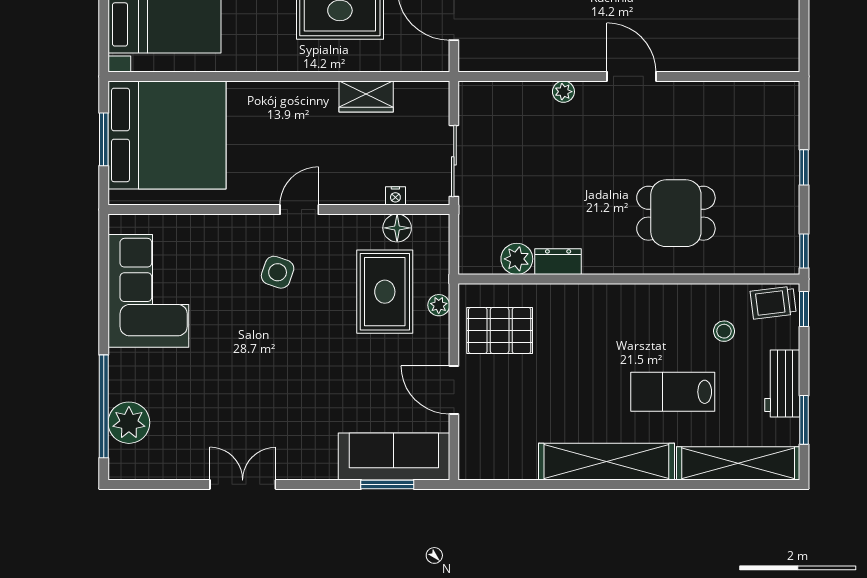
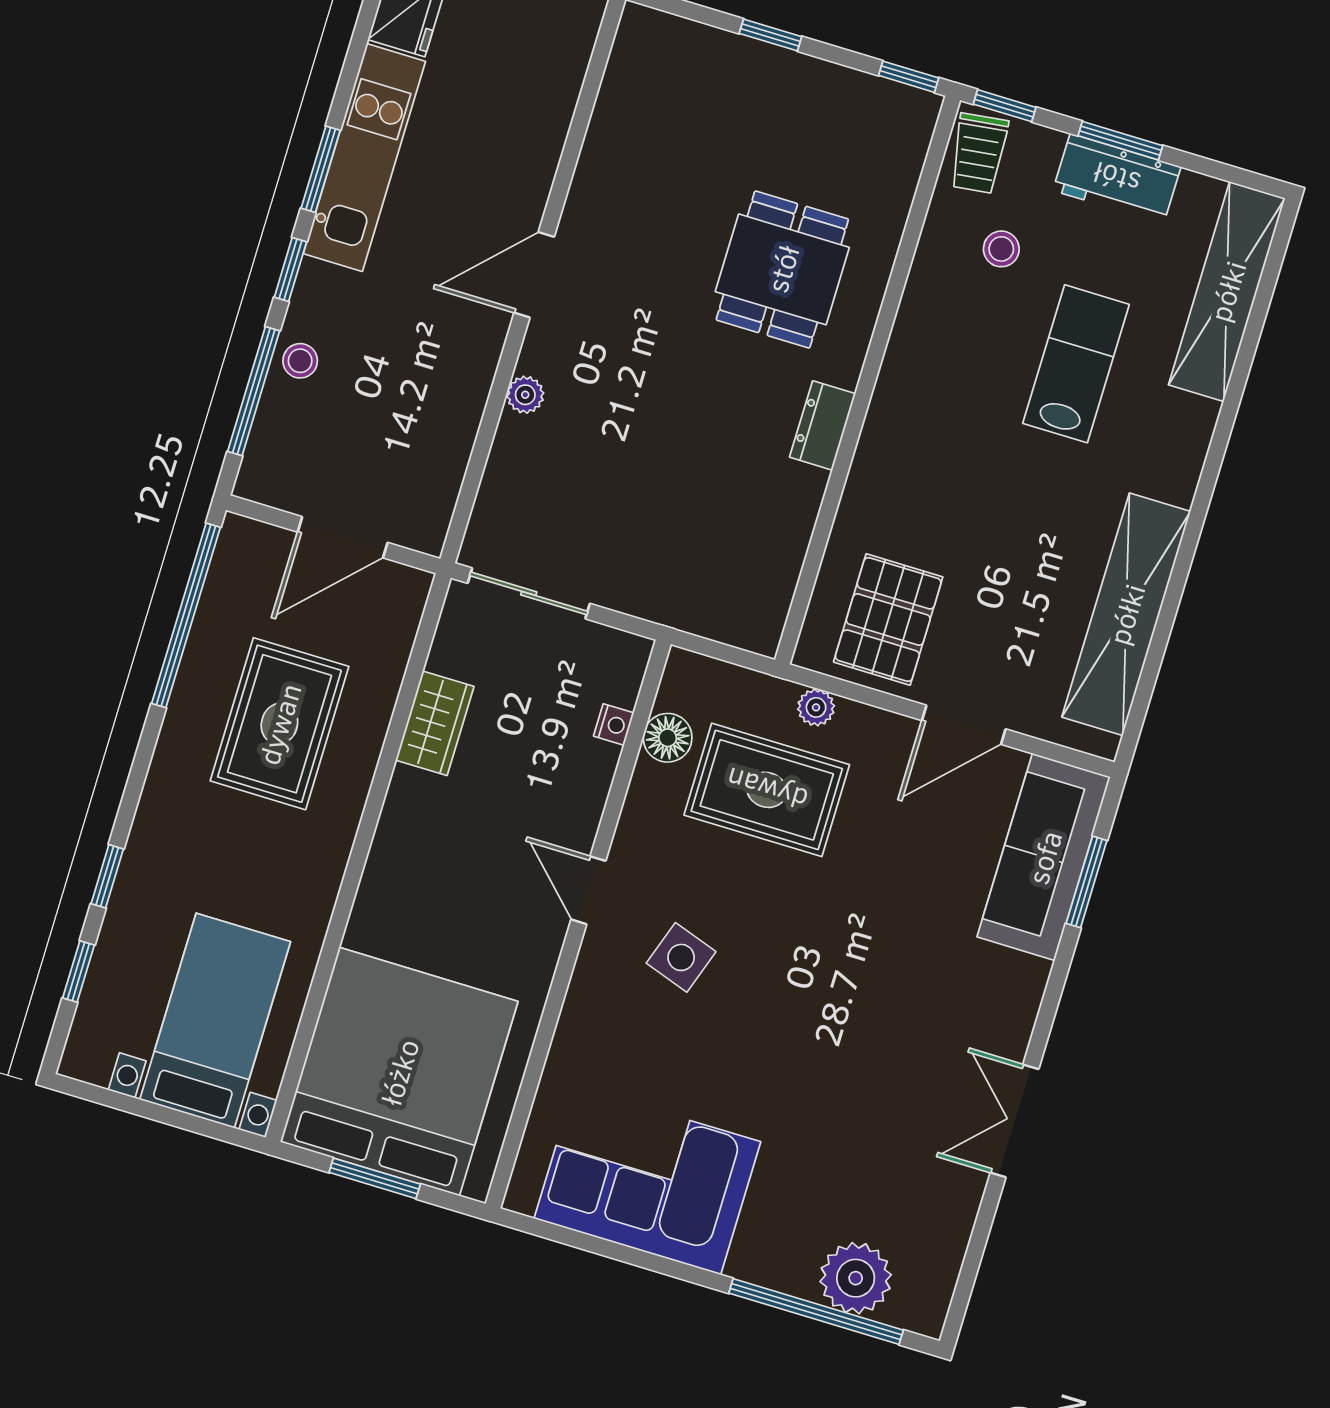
sliding door: (454, 161) -> (529, 593), moved
plant: (517, 259) -> (778, 555), removed
dresser: (558, 262) -> (823, 425), moved
lab bench: (673, 392) -> (1076, 364), turned 180
window: (804, 420) -> (1120, 141), moved
shelving: (606, 462) -> (1126, 614), moved

